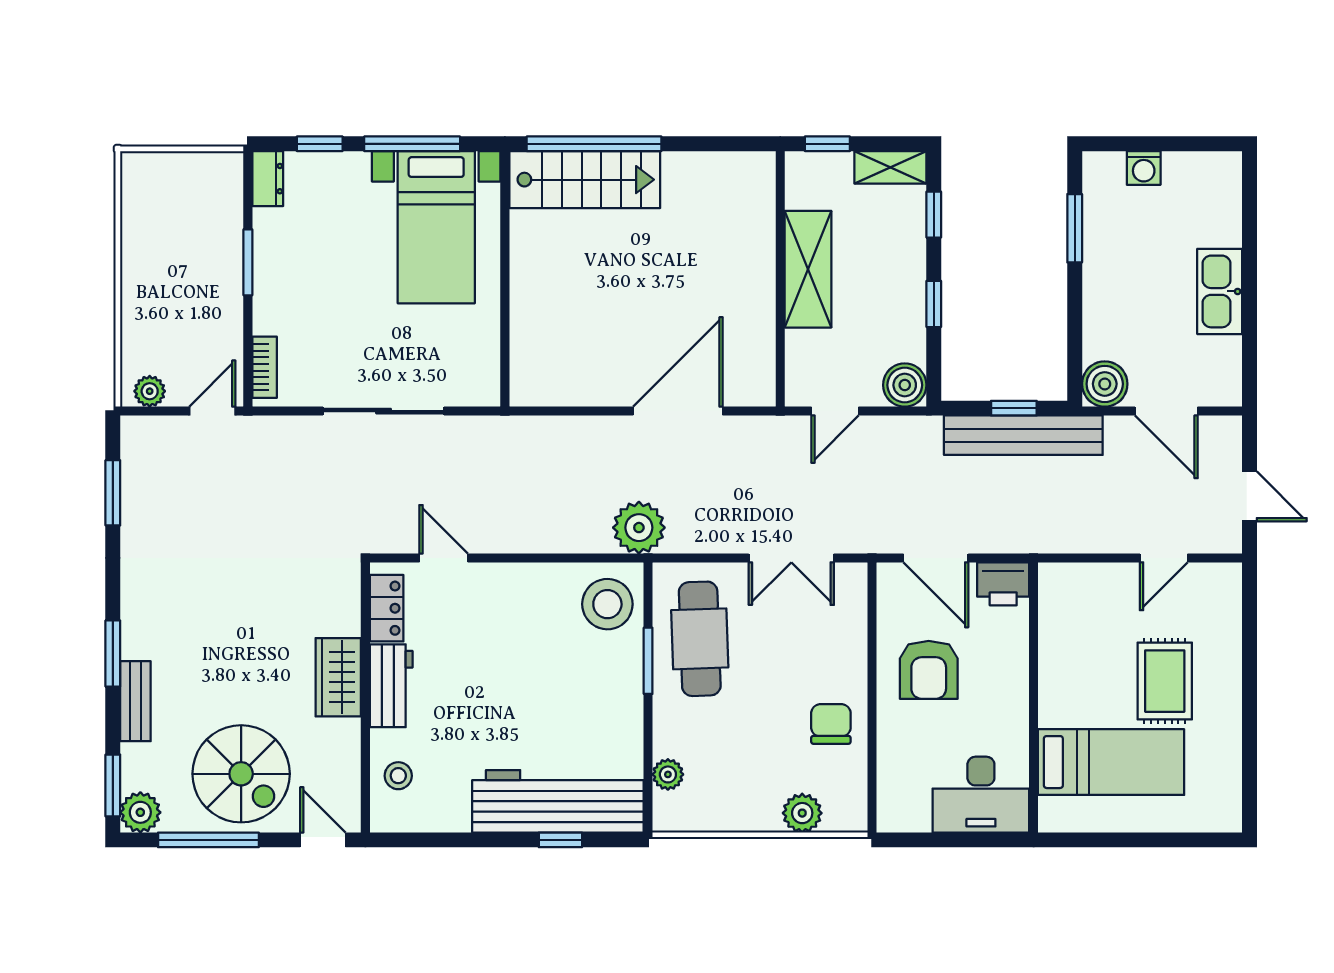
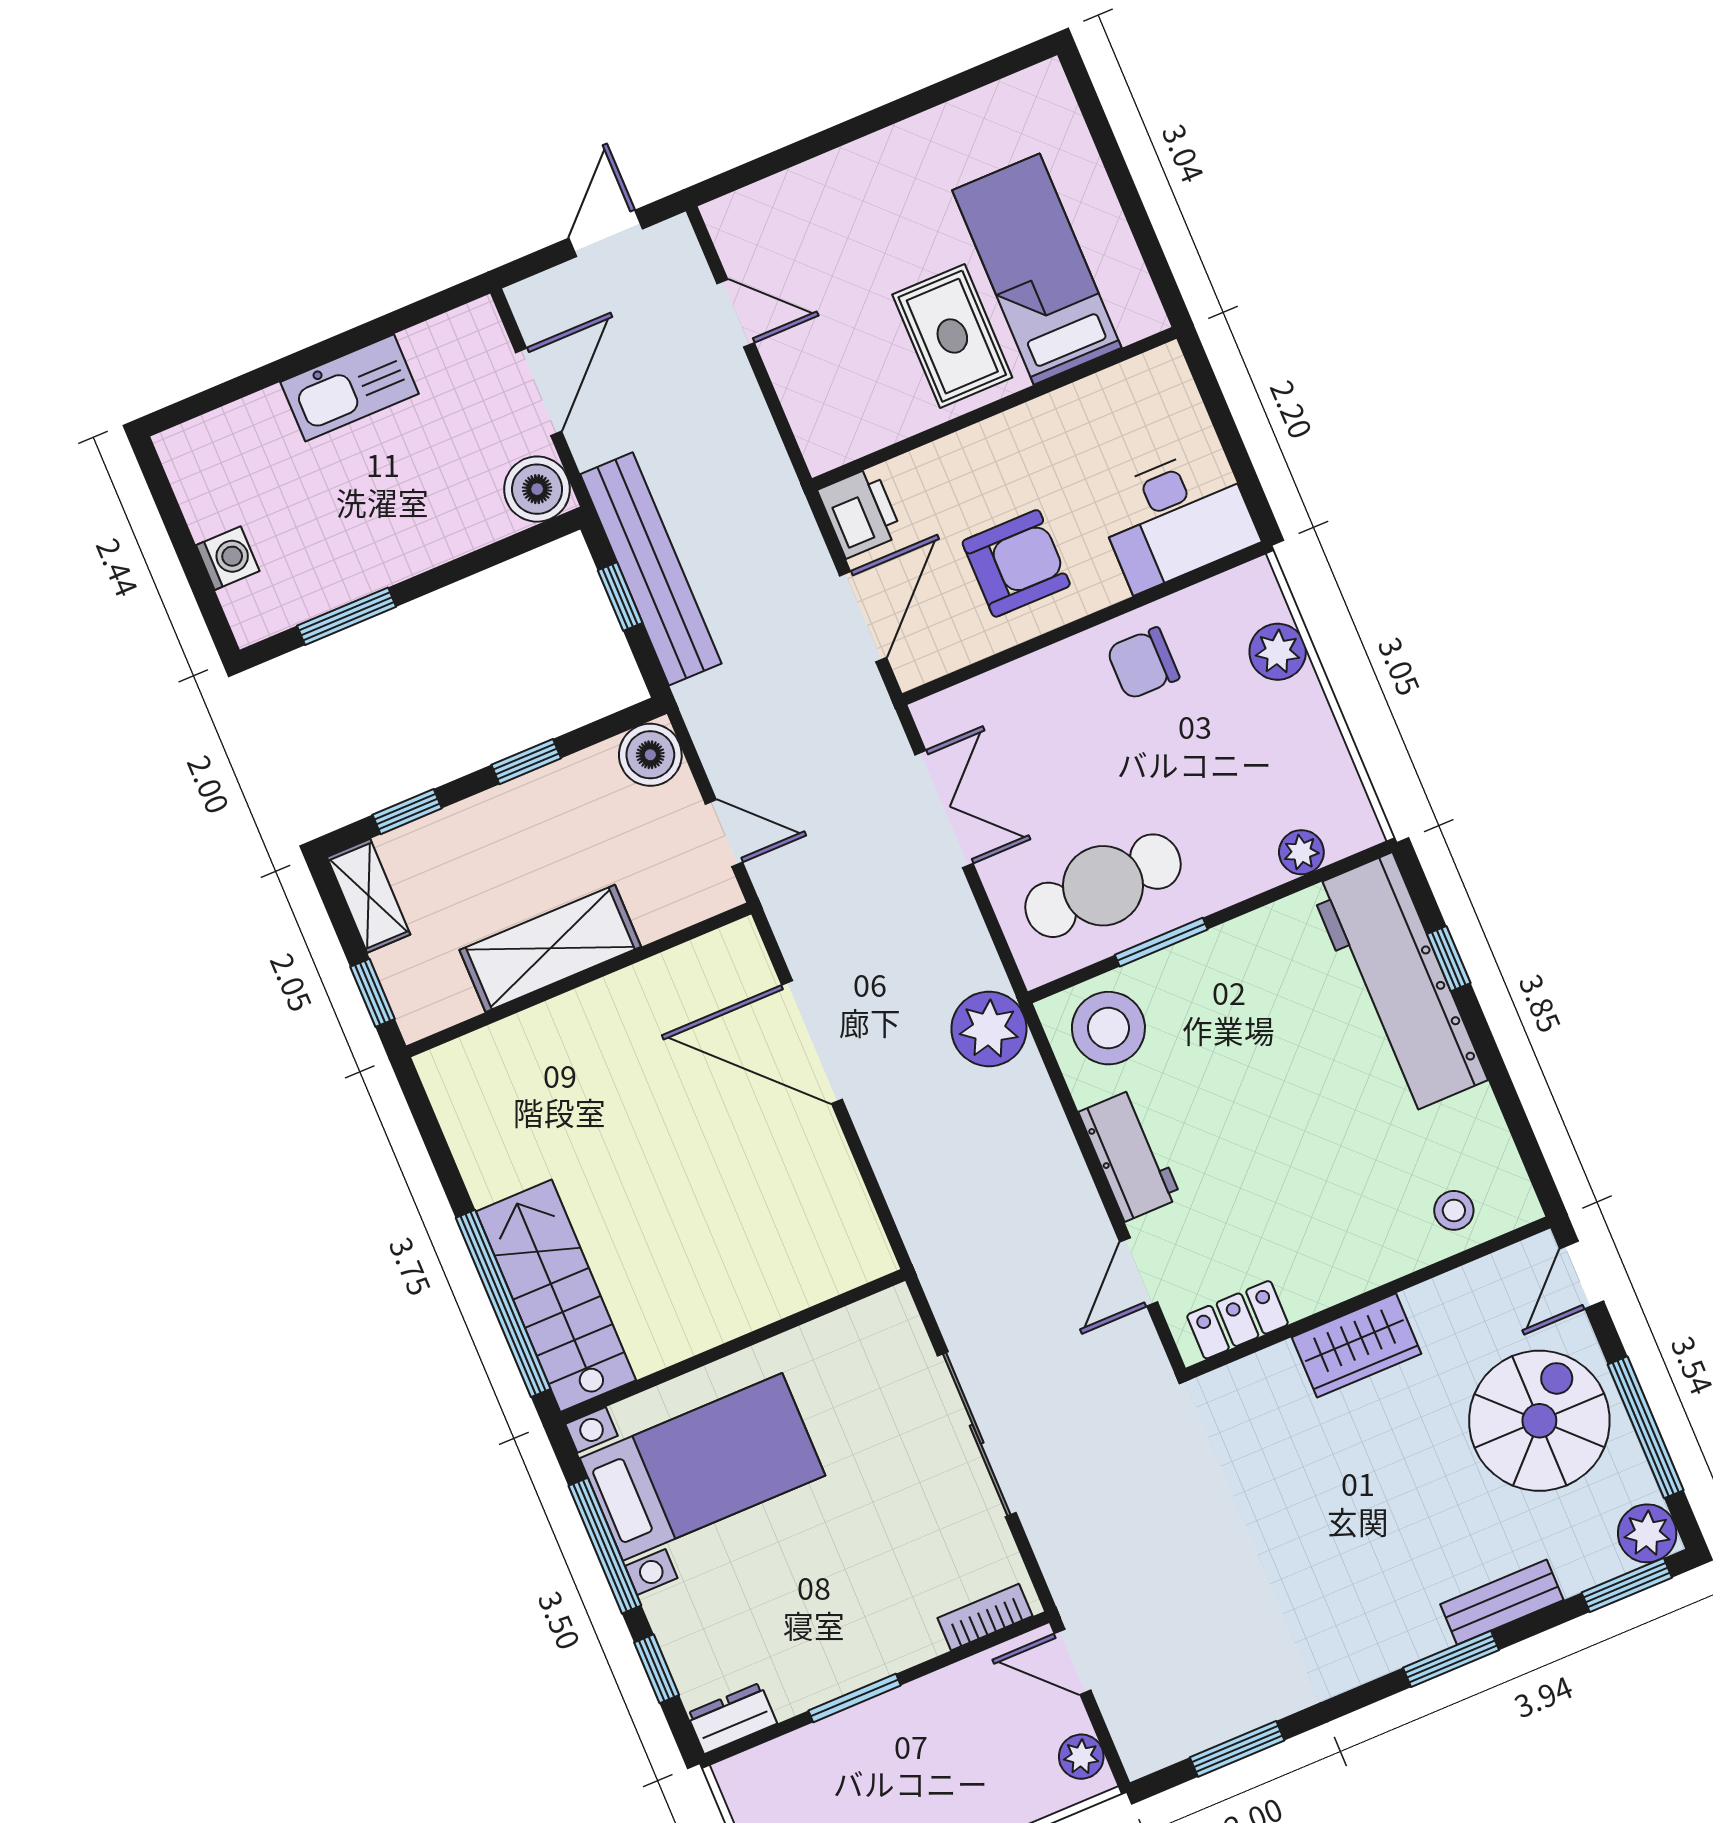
rug: (1165, 681) -> (952, 336), moved, turned 90
workbench: (391, 686) -> (1130, 1155), moved, turned 90
desk: (981, 795) -> (1176, 518), moved, turned 90

